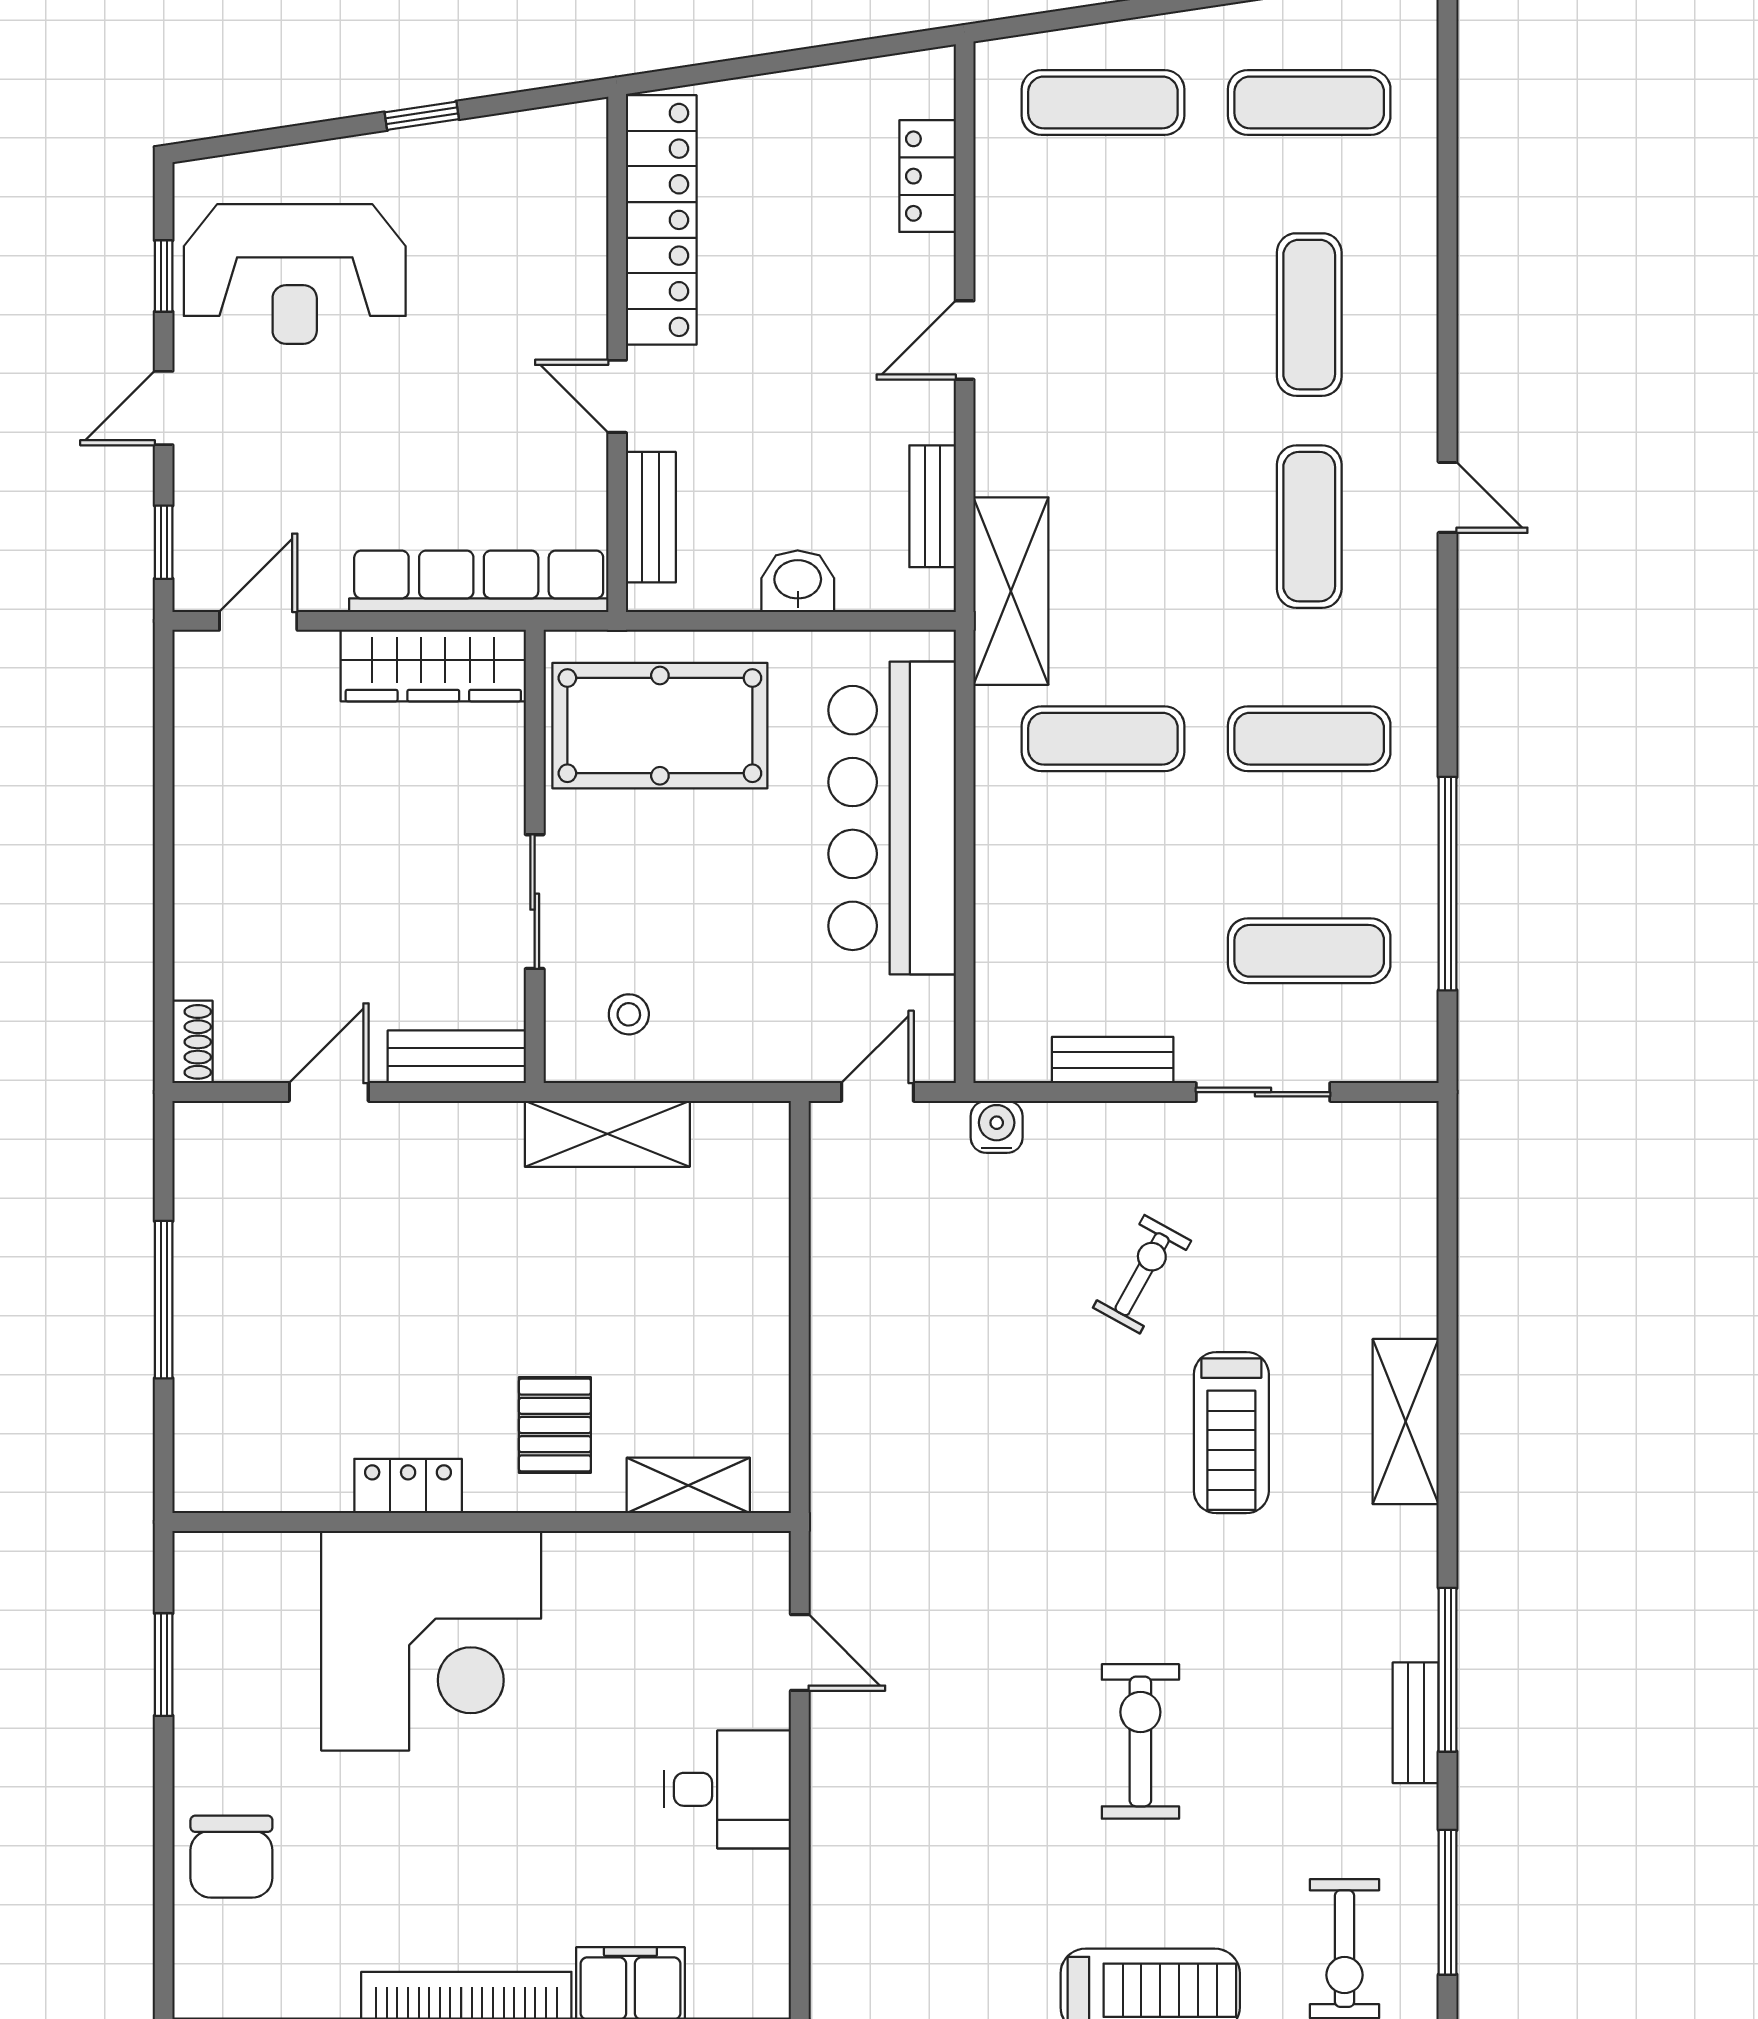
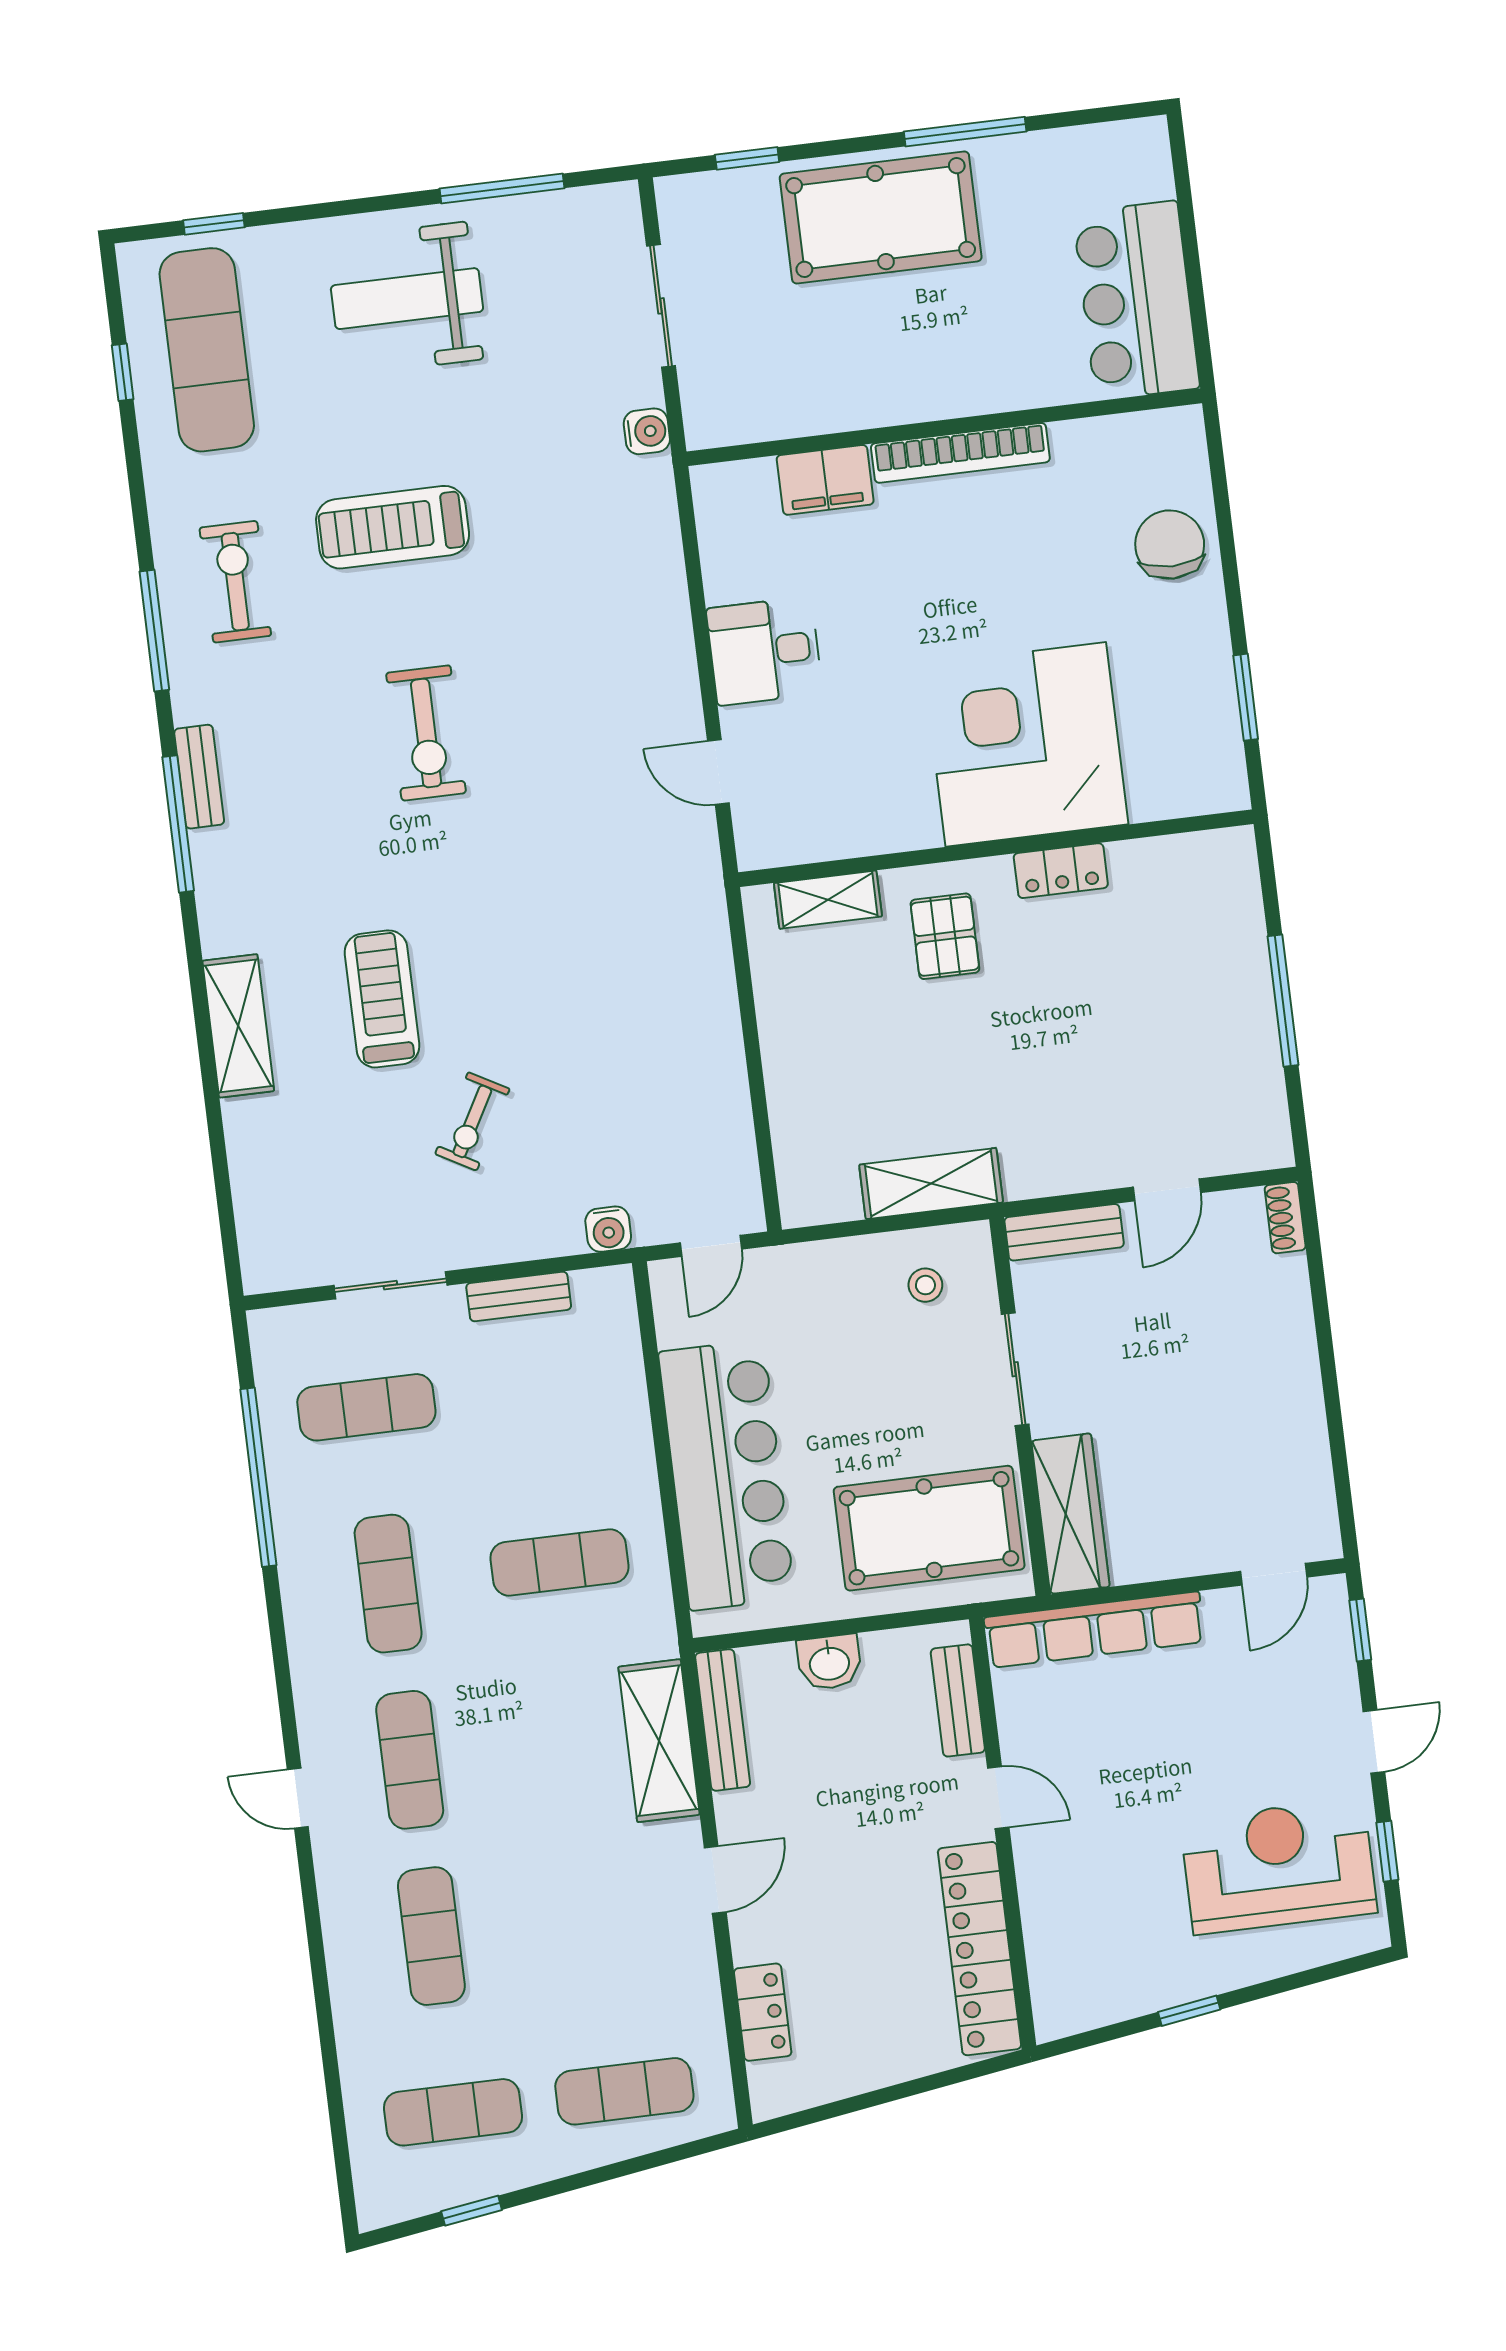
bench: (933, 506) -> (723, 1720), width x1.36
shelving: (1011, 591) -> (659, 1741), moved
wardrobe: (433, 665) -> (1071, 1514), moved, turned 90
exercise mat: (1309, 739) -> (388, 1584), turned 90

